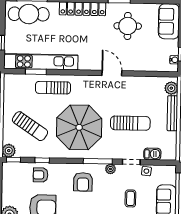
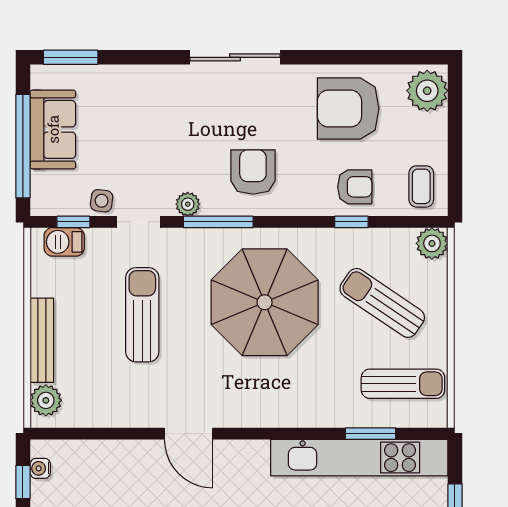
sun lounger: (53, 88) -> (403, 384), moved
sun lounger: (130, 123) -> (142, 315), turned 90
barbecue: (152, 154) -> (64, 242), moved
window: (13, 160) -> (73, 222), moved
coffee table: (130, 198) -> (421, 186), moved

